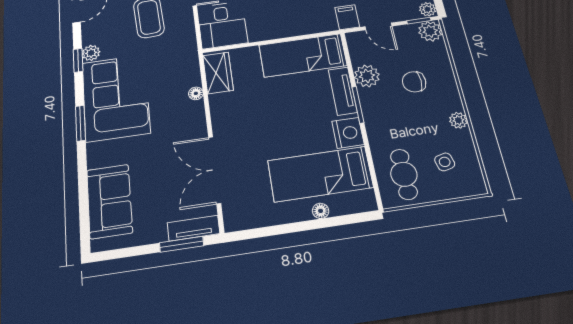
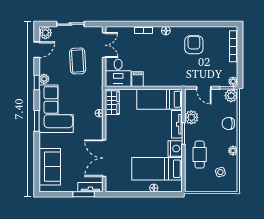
filing cabinet: (347, 17) -> (138, 79), moved
chair: (414, 82) -> (228, 123), moved
cafe table: (404, 174) -> (200, 155), moved

